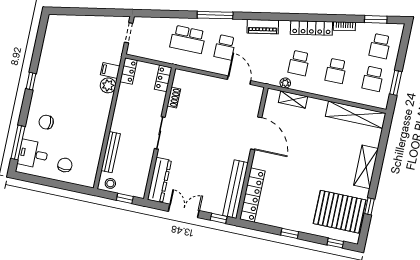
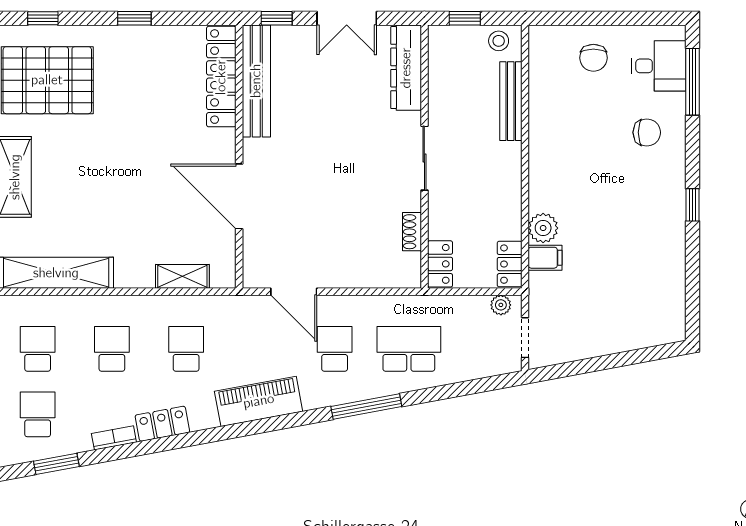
piano: (263, 27) -> (259, 401), width x1.37, depth x1.33
locker: (311, 28) -> (162, 424), width x0.66
plant: (285, 83) -> (501, 305), moved

